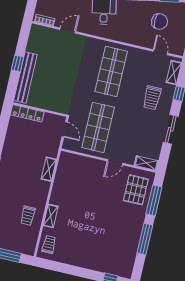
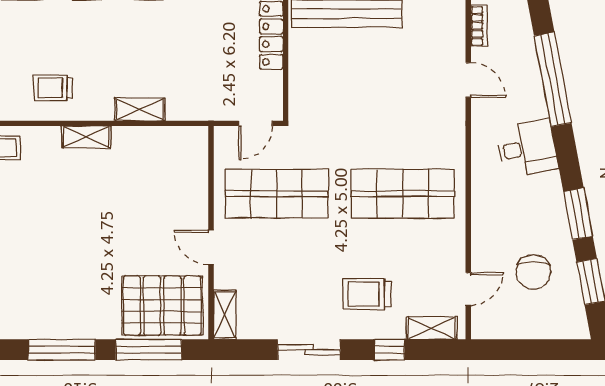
shelving: (49, 169) -> (140, 109), moved
pallet: (136, 190) -> (162, 306), width x1.37, depth x1.41
shelving: (51, 216) -> (86, 137), moved

